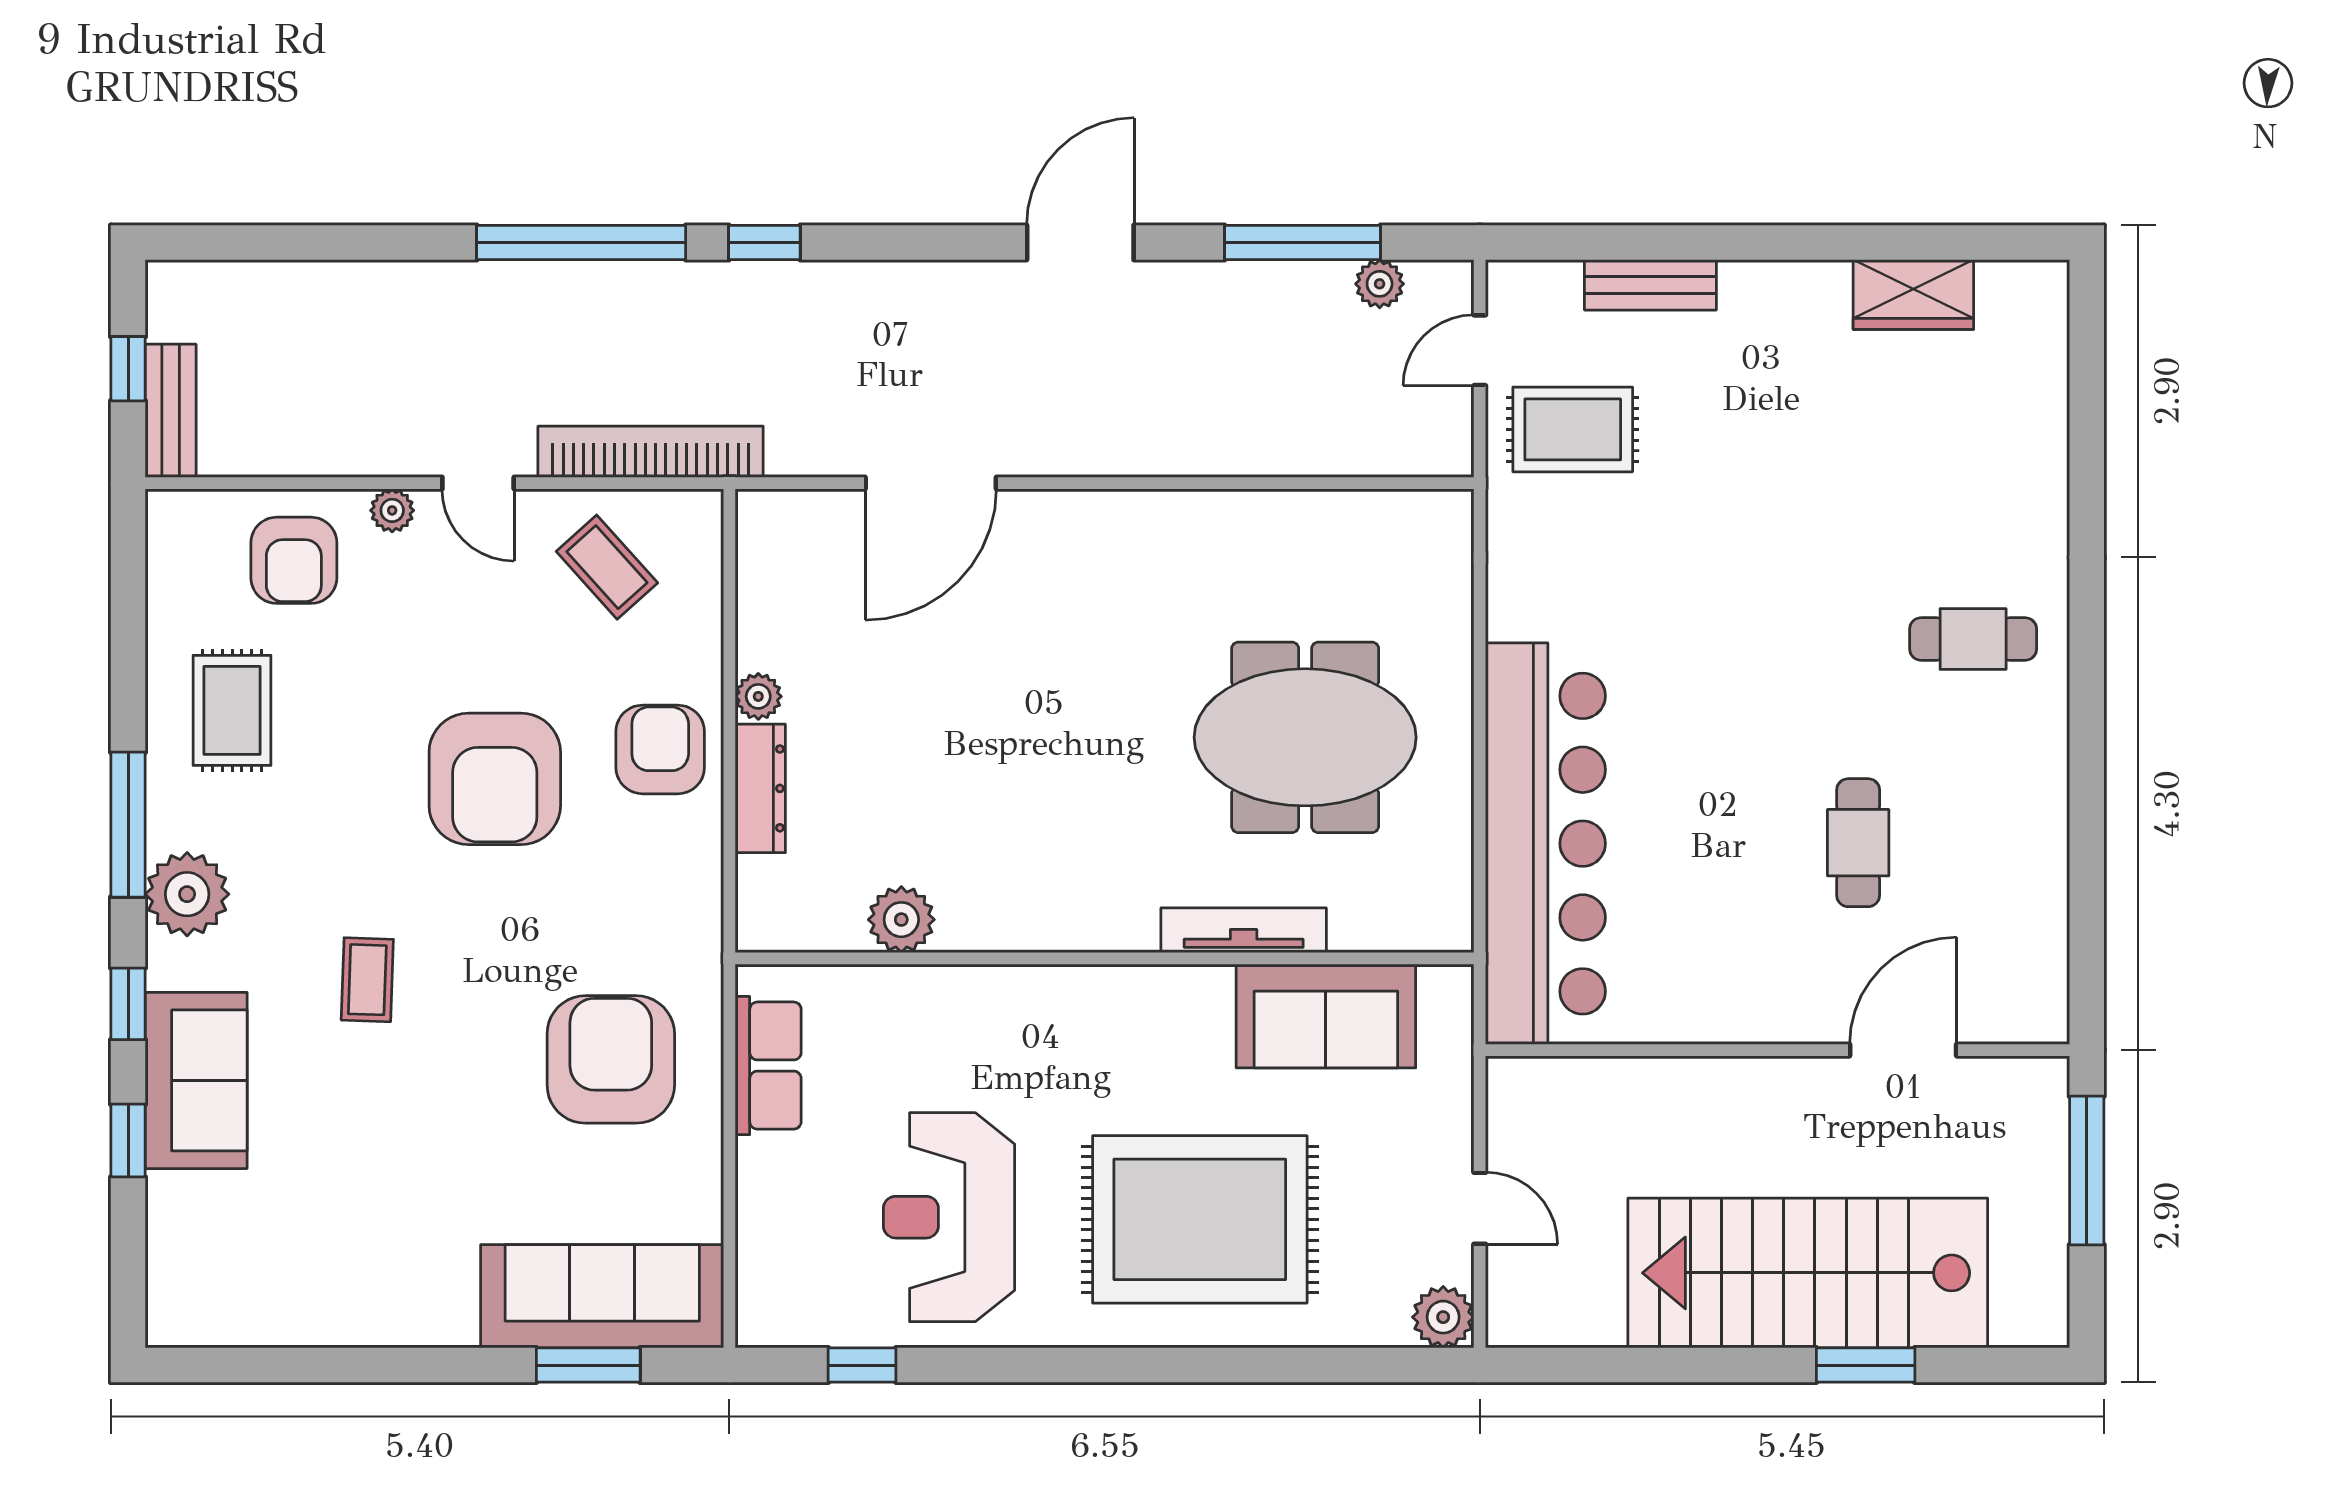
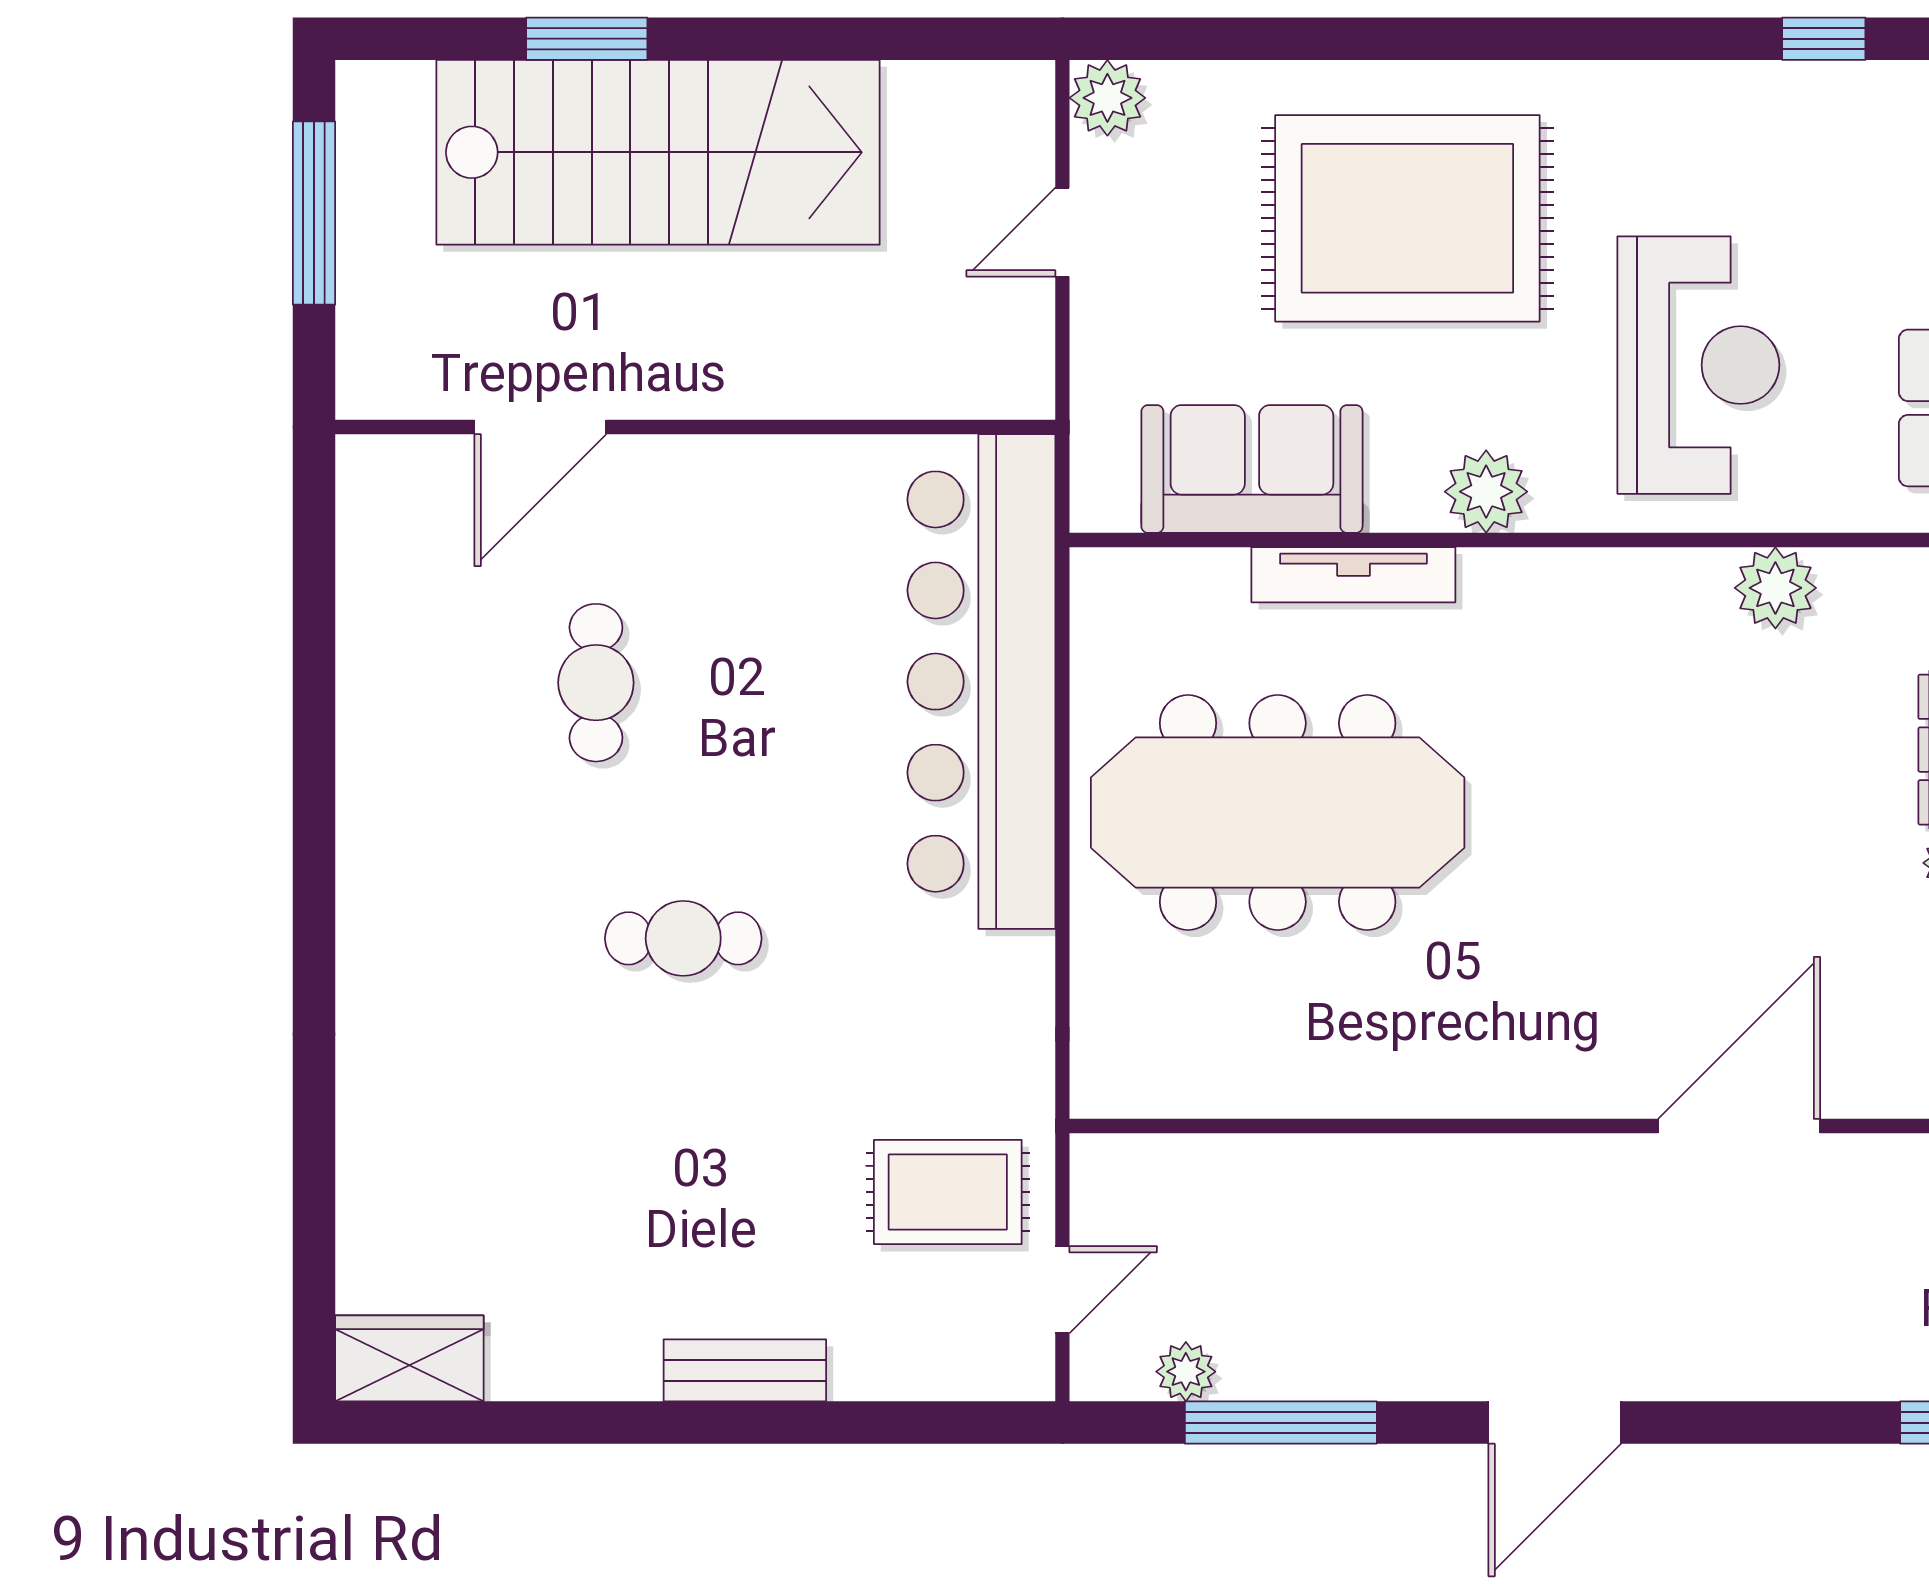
bench: (1650, 285) -> (745, 1370), moved
wardrobe: (1913, 295) -> (409, 1358), moved
cafe table: (1973, 639) -> (683, 938), moved
meeting table: (1305, 737) -> (1278, 813), width x1.36
plant: (1136, 998) -> (1486, 492), added
window: (2087, 1170) -> (314, 213), moved
door: (1480, 1208) -> (1062, 232), hinge flipped
reception desk: (949, 1217) -> (1698, 365), moved

